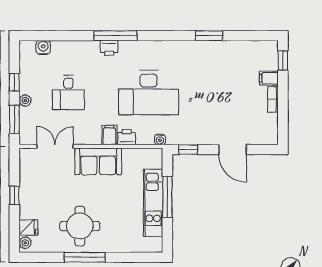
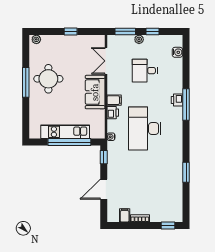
filing cabinet: (269, 78) -> (125, 215), moved
double door: (55, 146) -> (106, 61), swing flipped
window: (167, 197) -> (69, 142), width x1.46
fridge: (28, 227) -> (47, 42), removed

